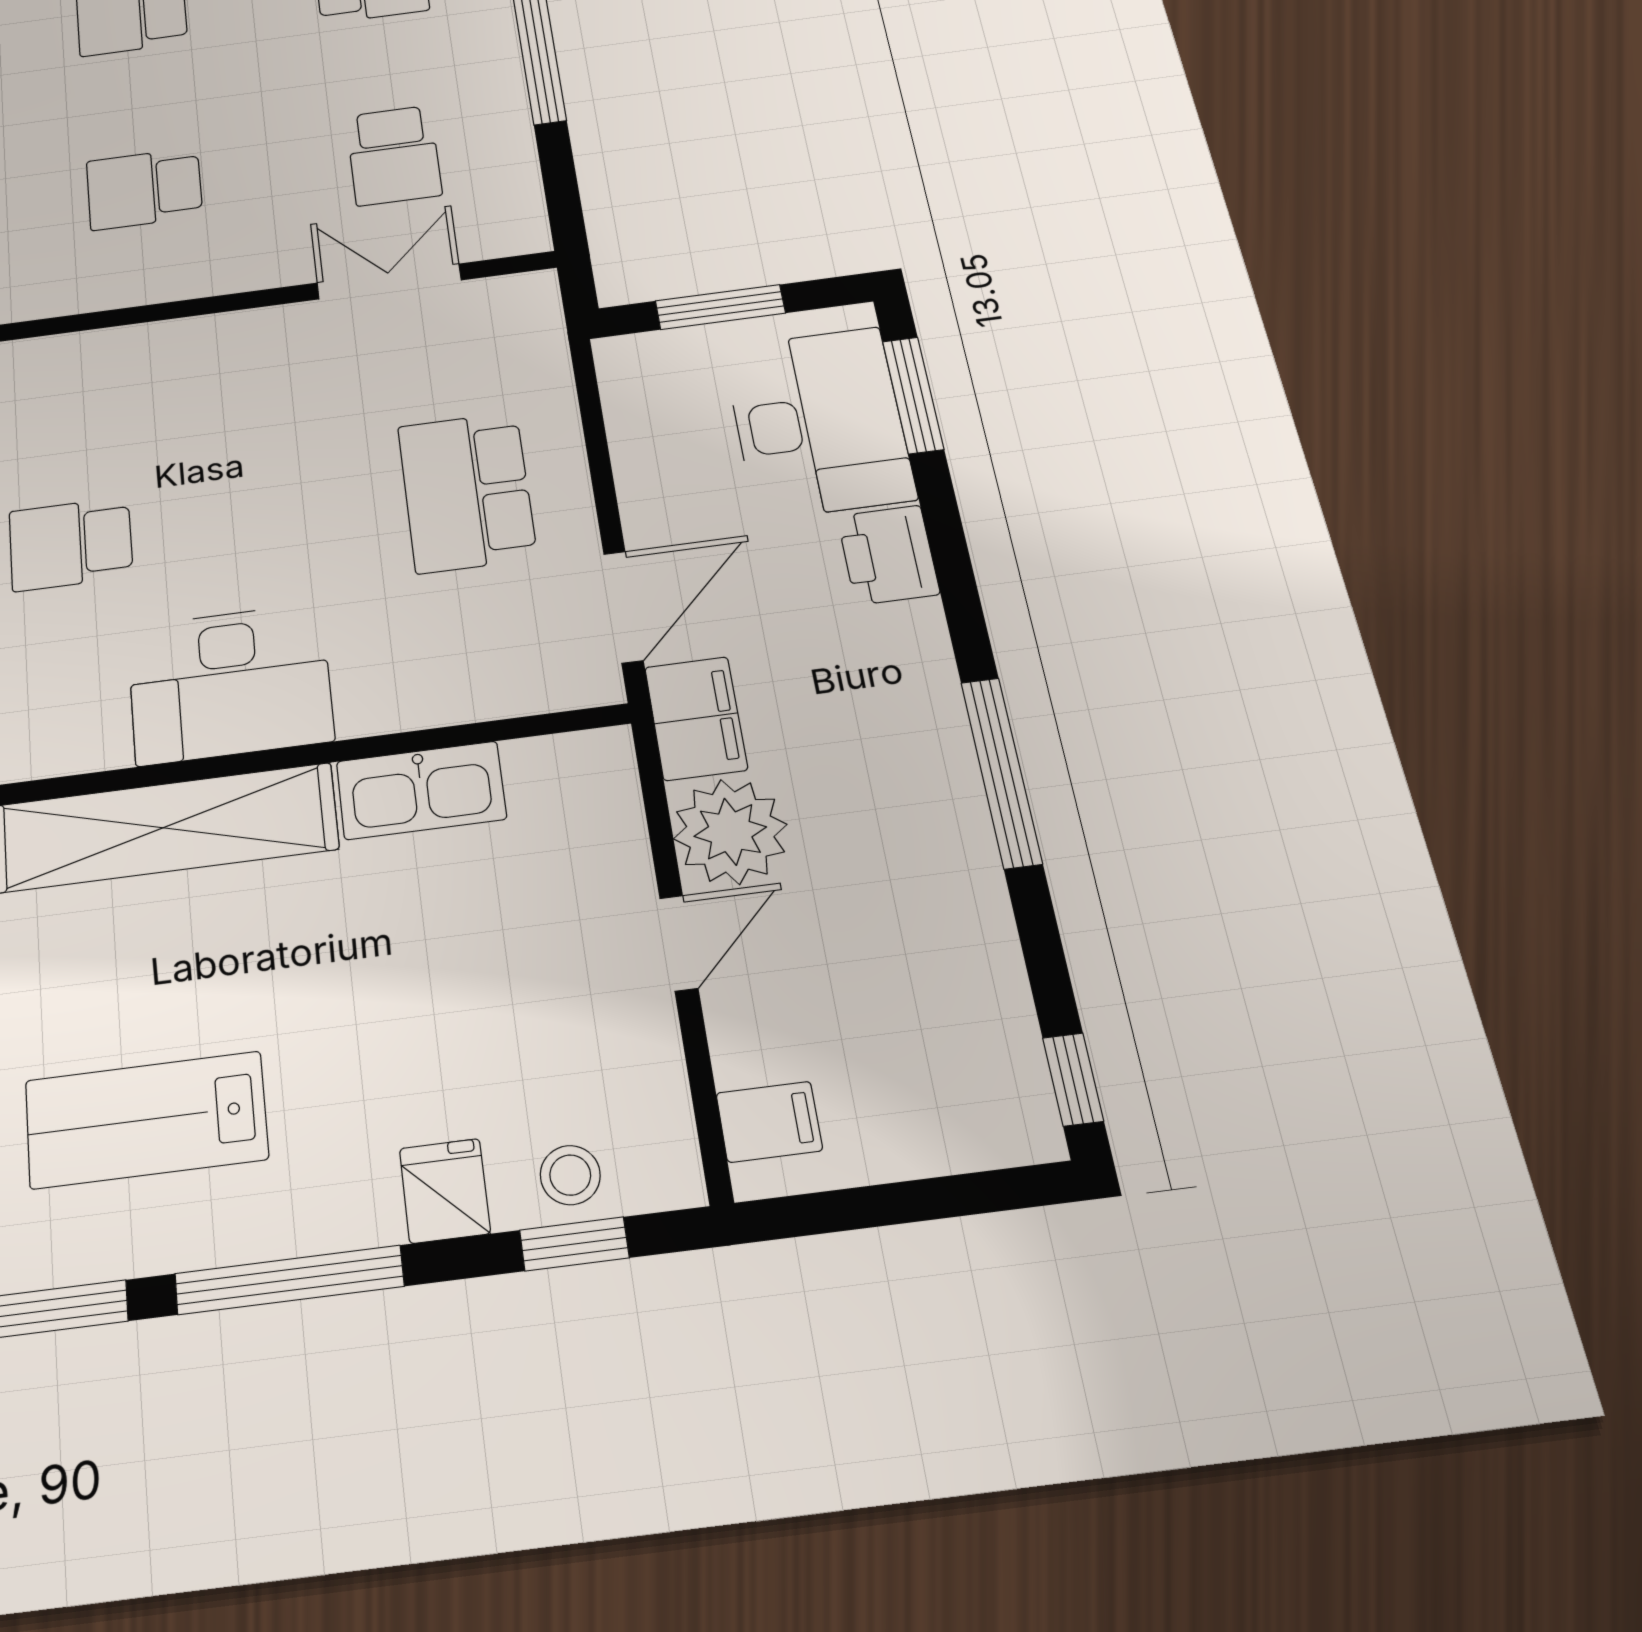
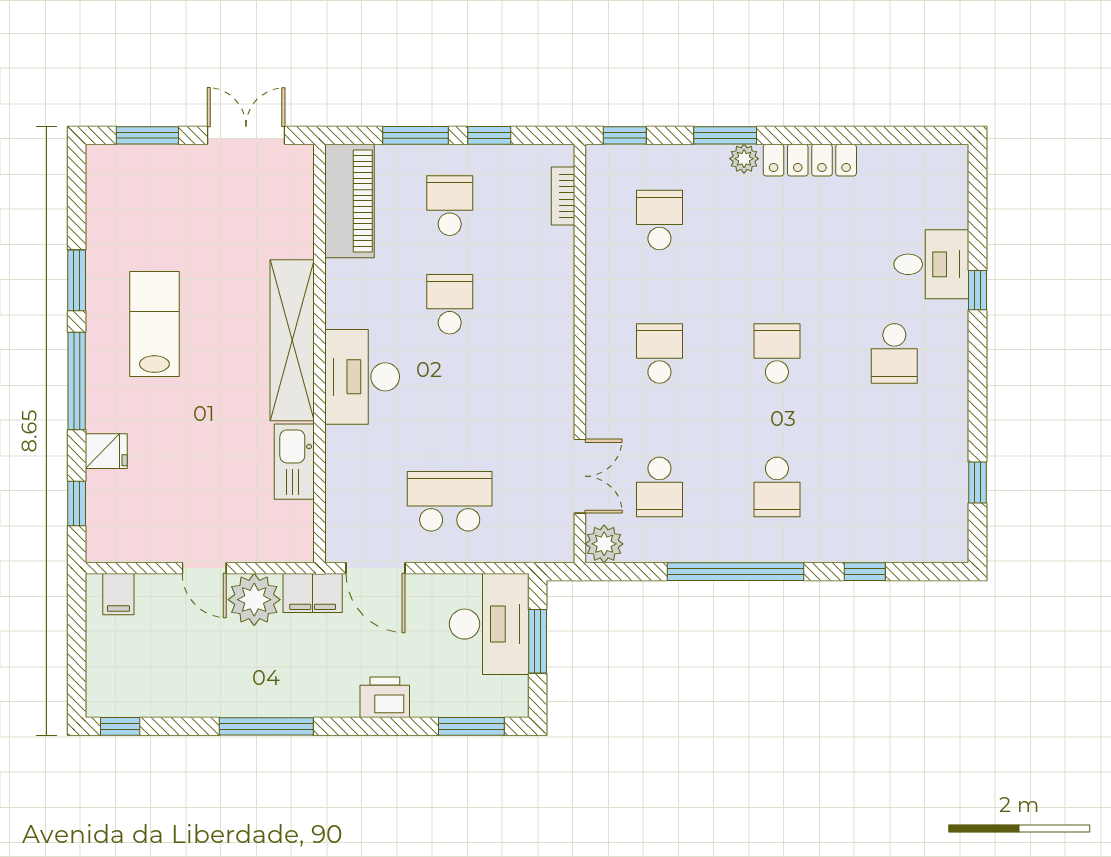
school desk: (394, 155) -> (659, 487), turned -90
plant: (513, 226) -> (604, 544), added
desk: (819, 422) -> (489, 624), moved, turned -90
stool: (570, 1175) -> (106, 506), removed

